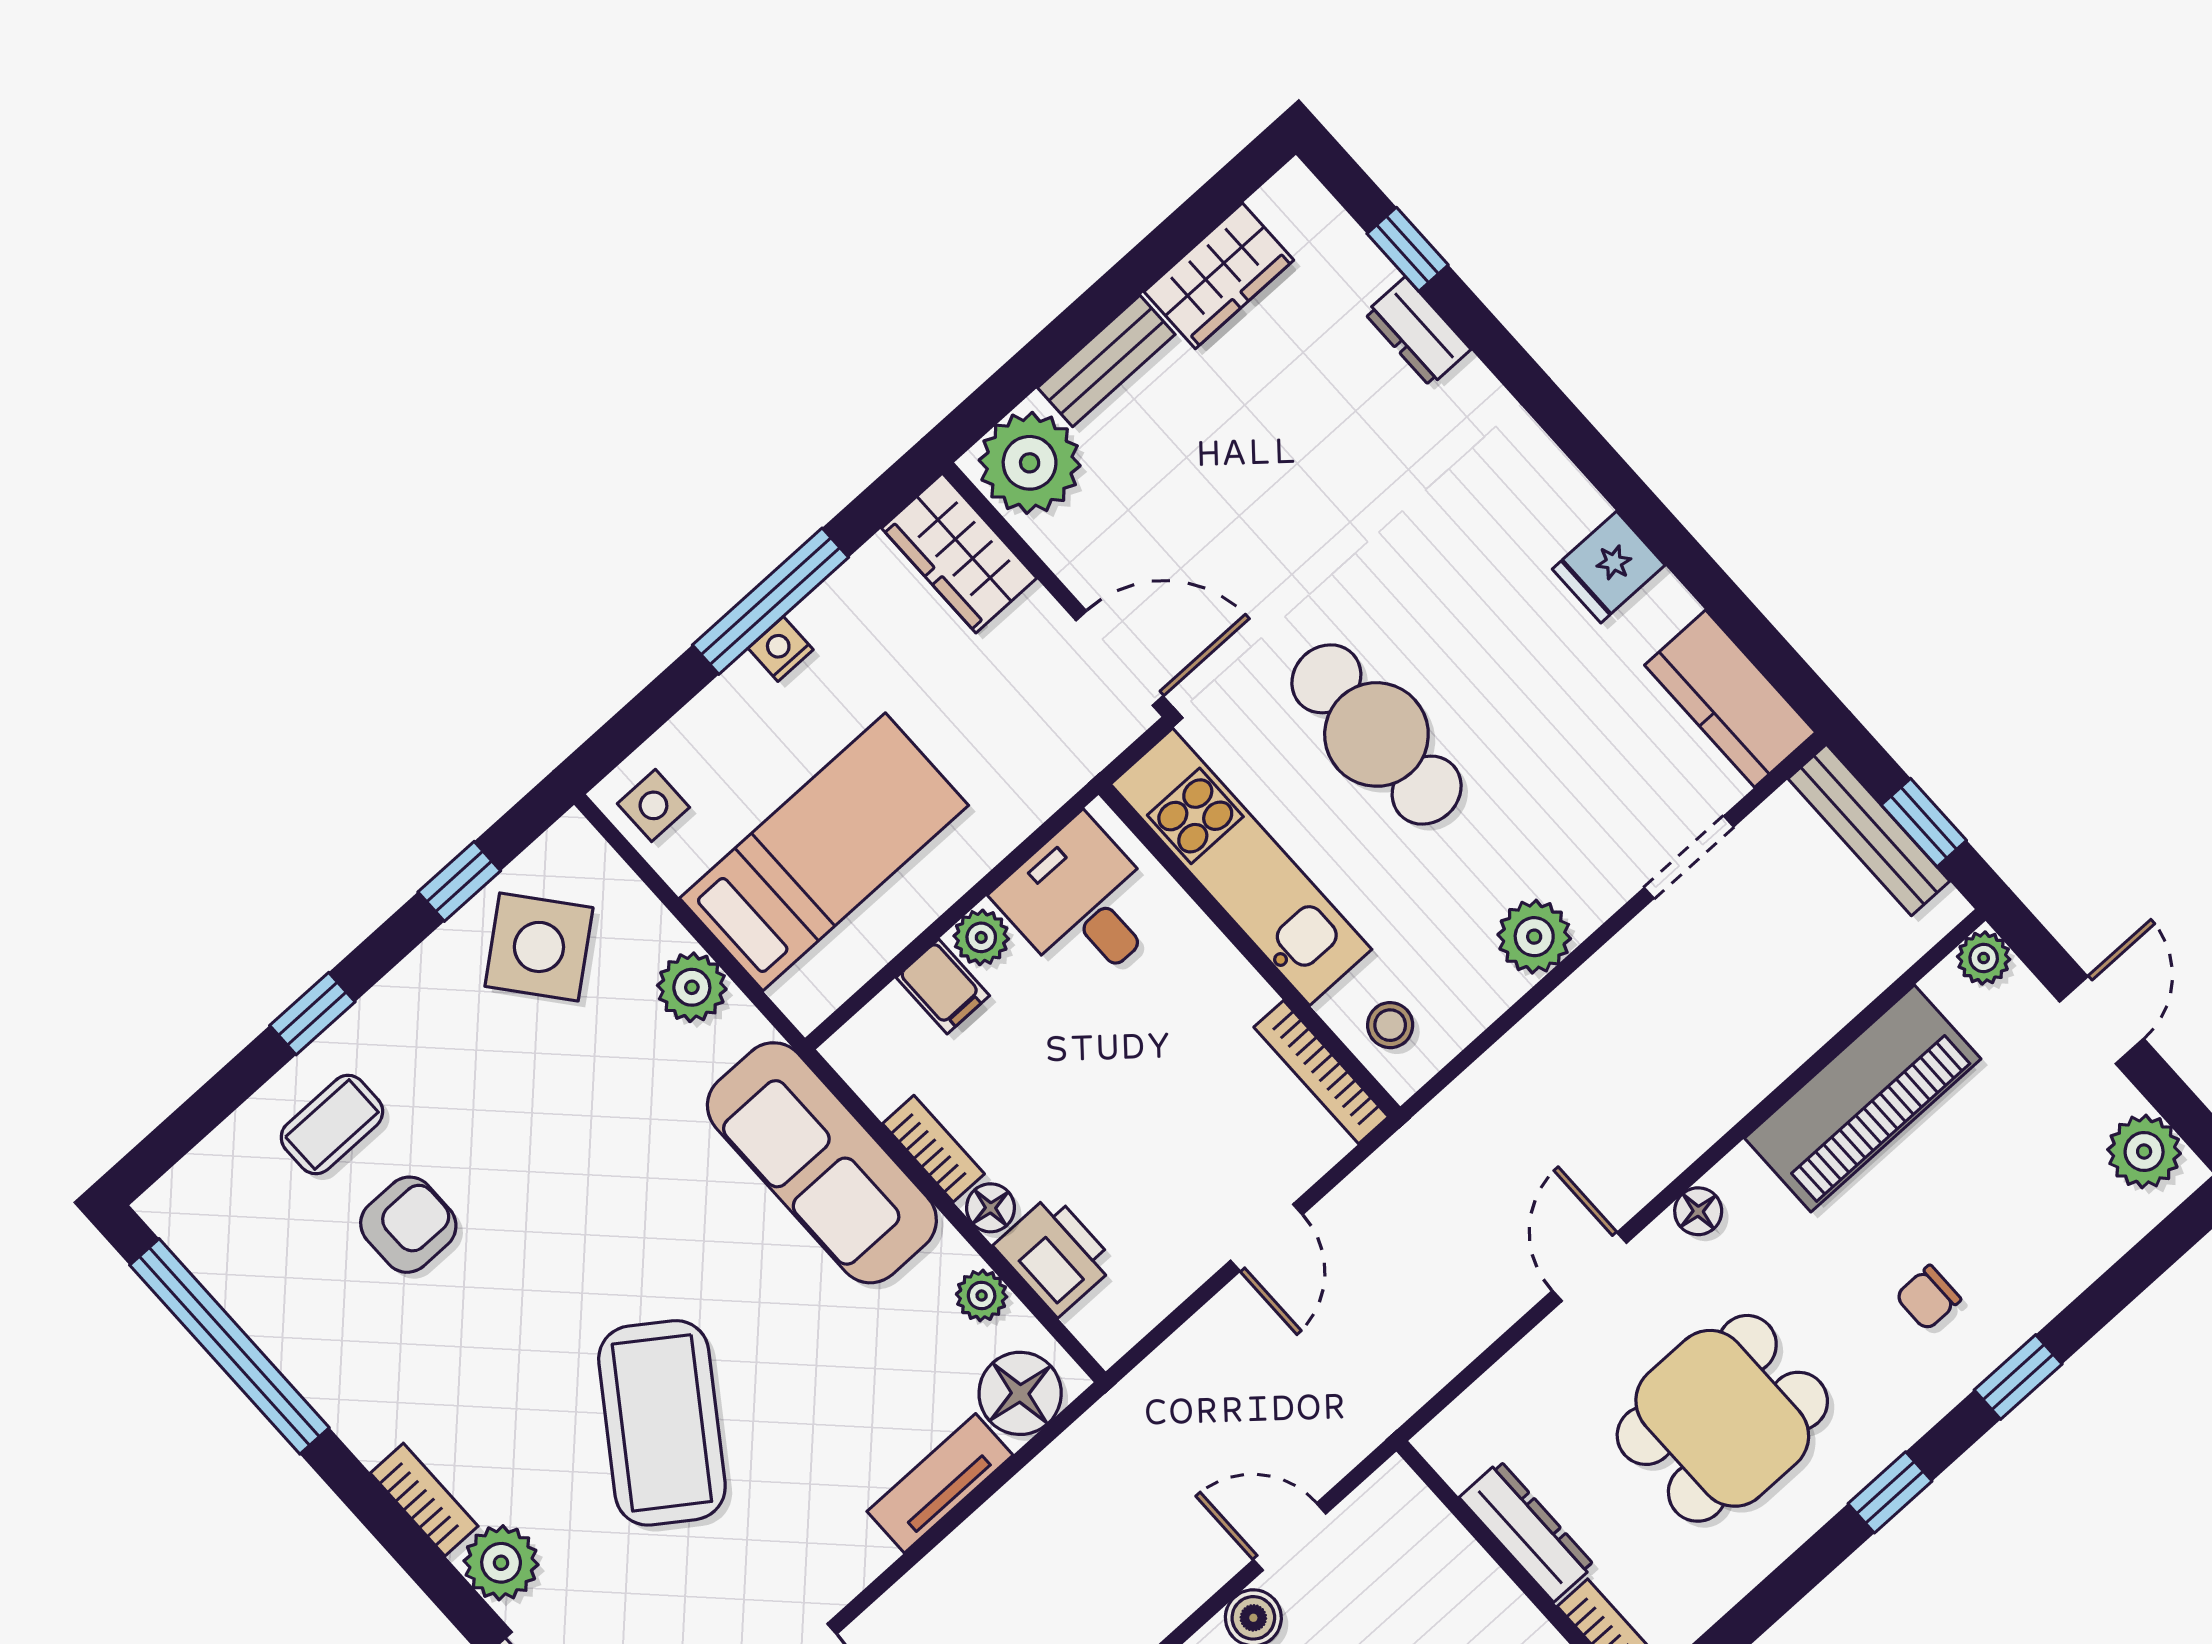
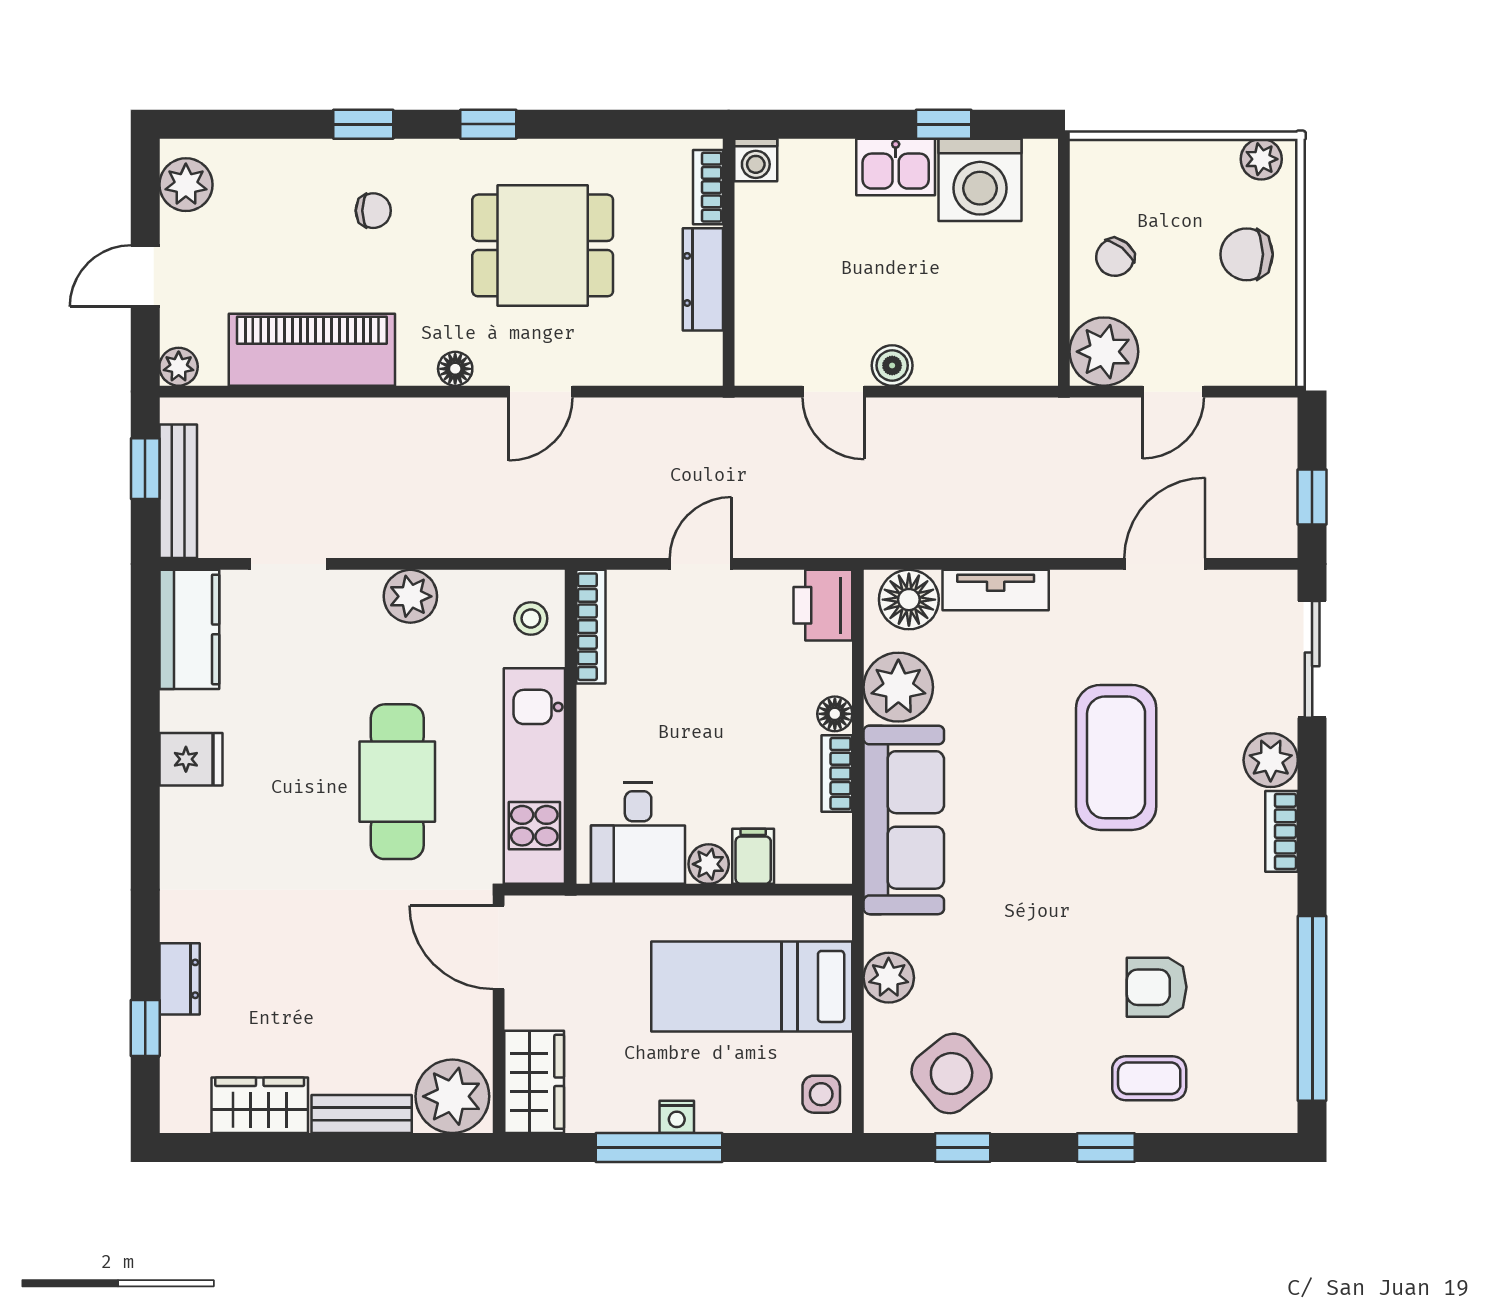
printer: (1055, 1255) -> (823, 605), moved
plant: (982, 1296) -> (898, 687), width x1.87, depth x1.87
coffee table: (662, 1423) -> (1116, 757), turned -35

